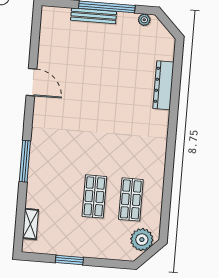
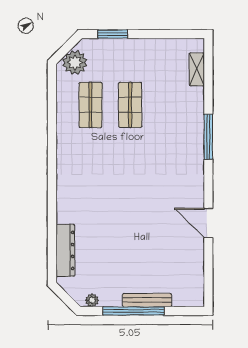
dresser: (163, 85) -> (65, 250), moved
window: (69, 260) -> (113, 34), moved

